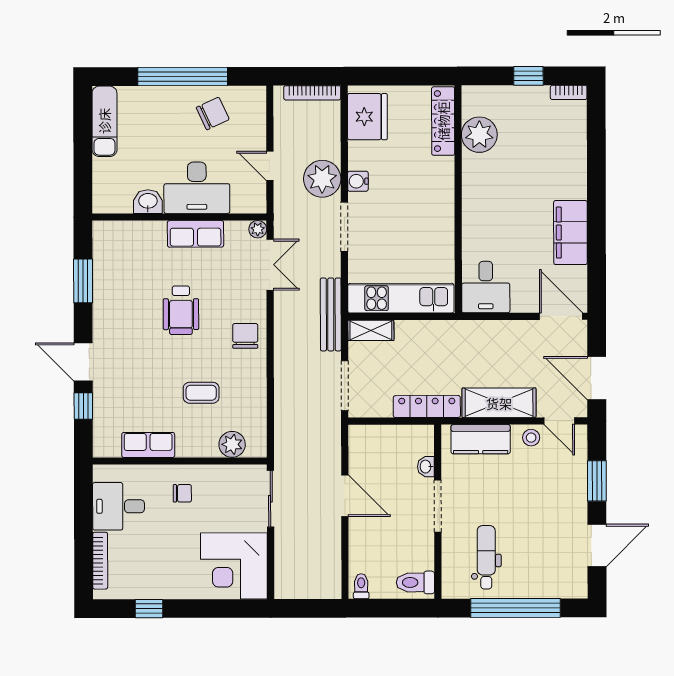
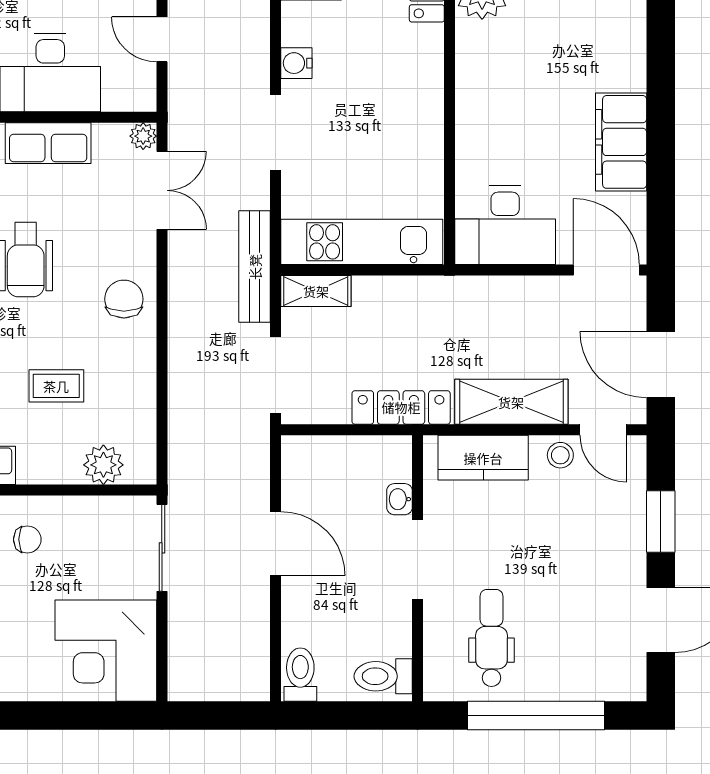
plant: (322, 179) -> (242, 59), removed
desk: (486, 287) -> (505, 225), width x1.37
toilet: (361, 586) -> (300, 675), width x1.37, depth x1.39

